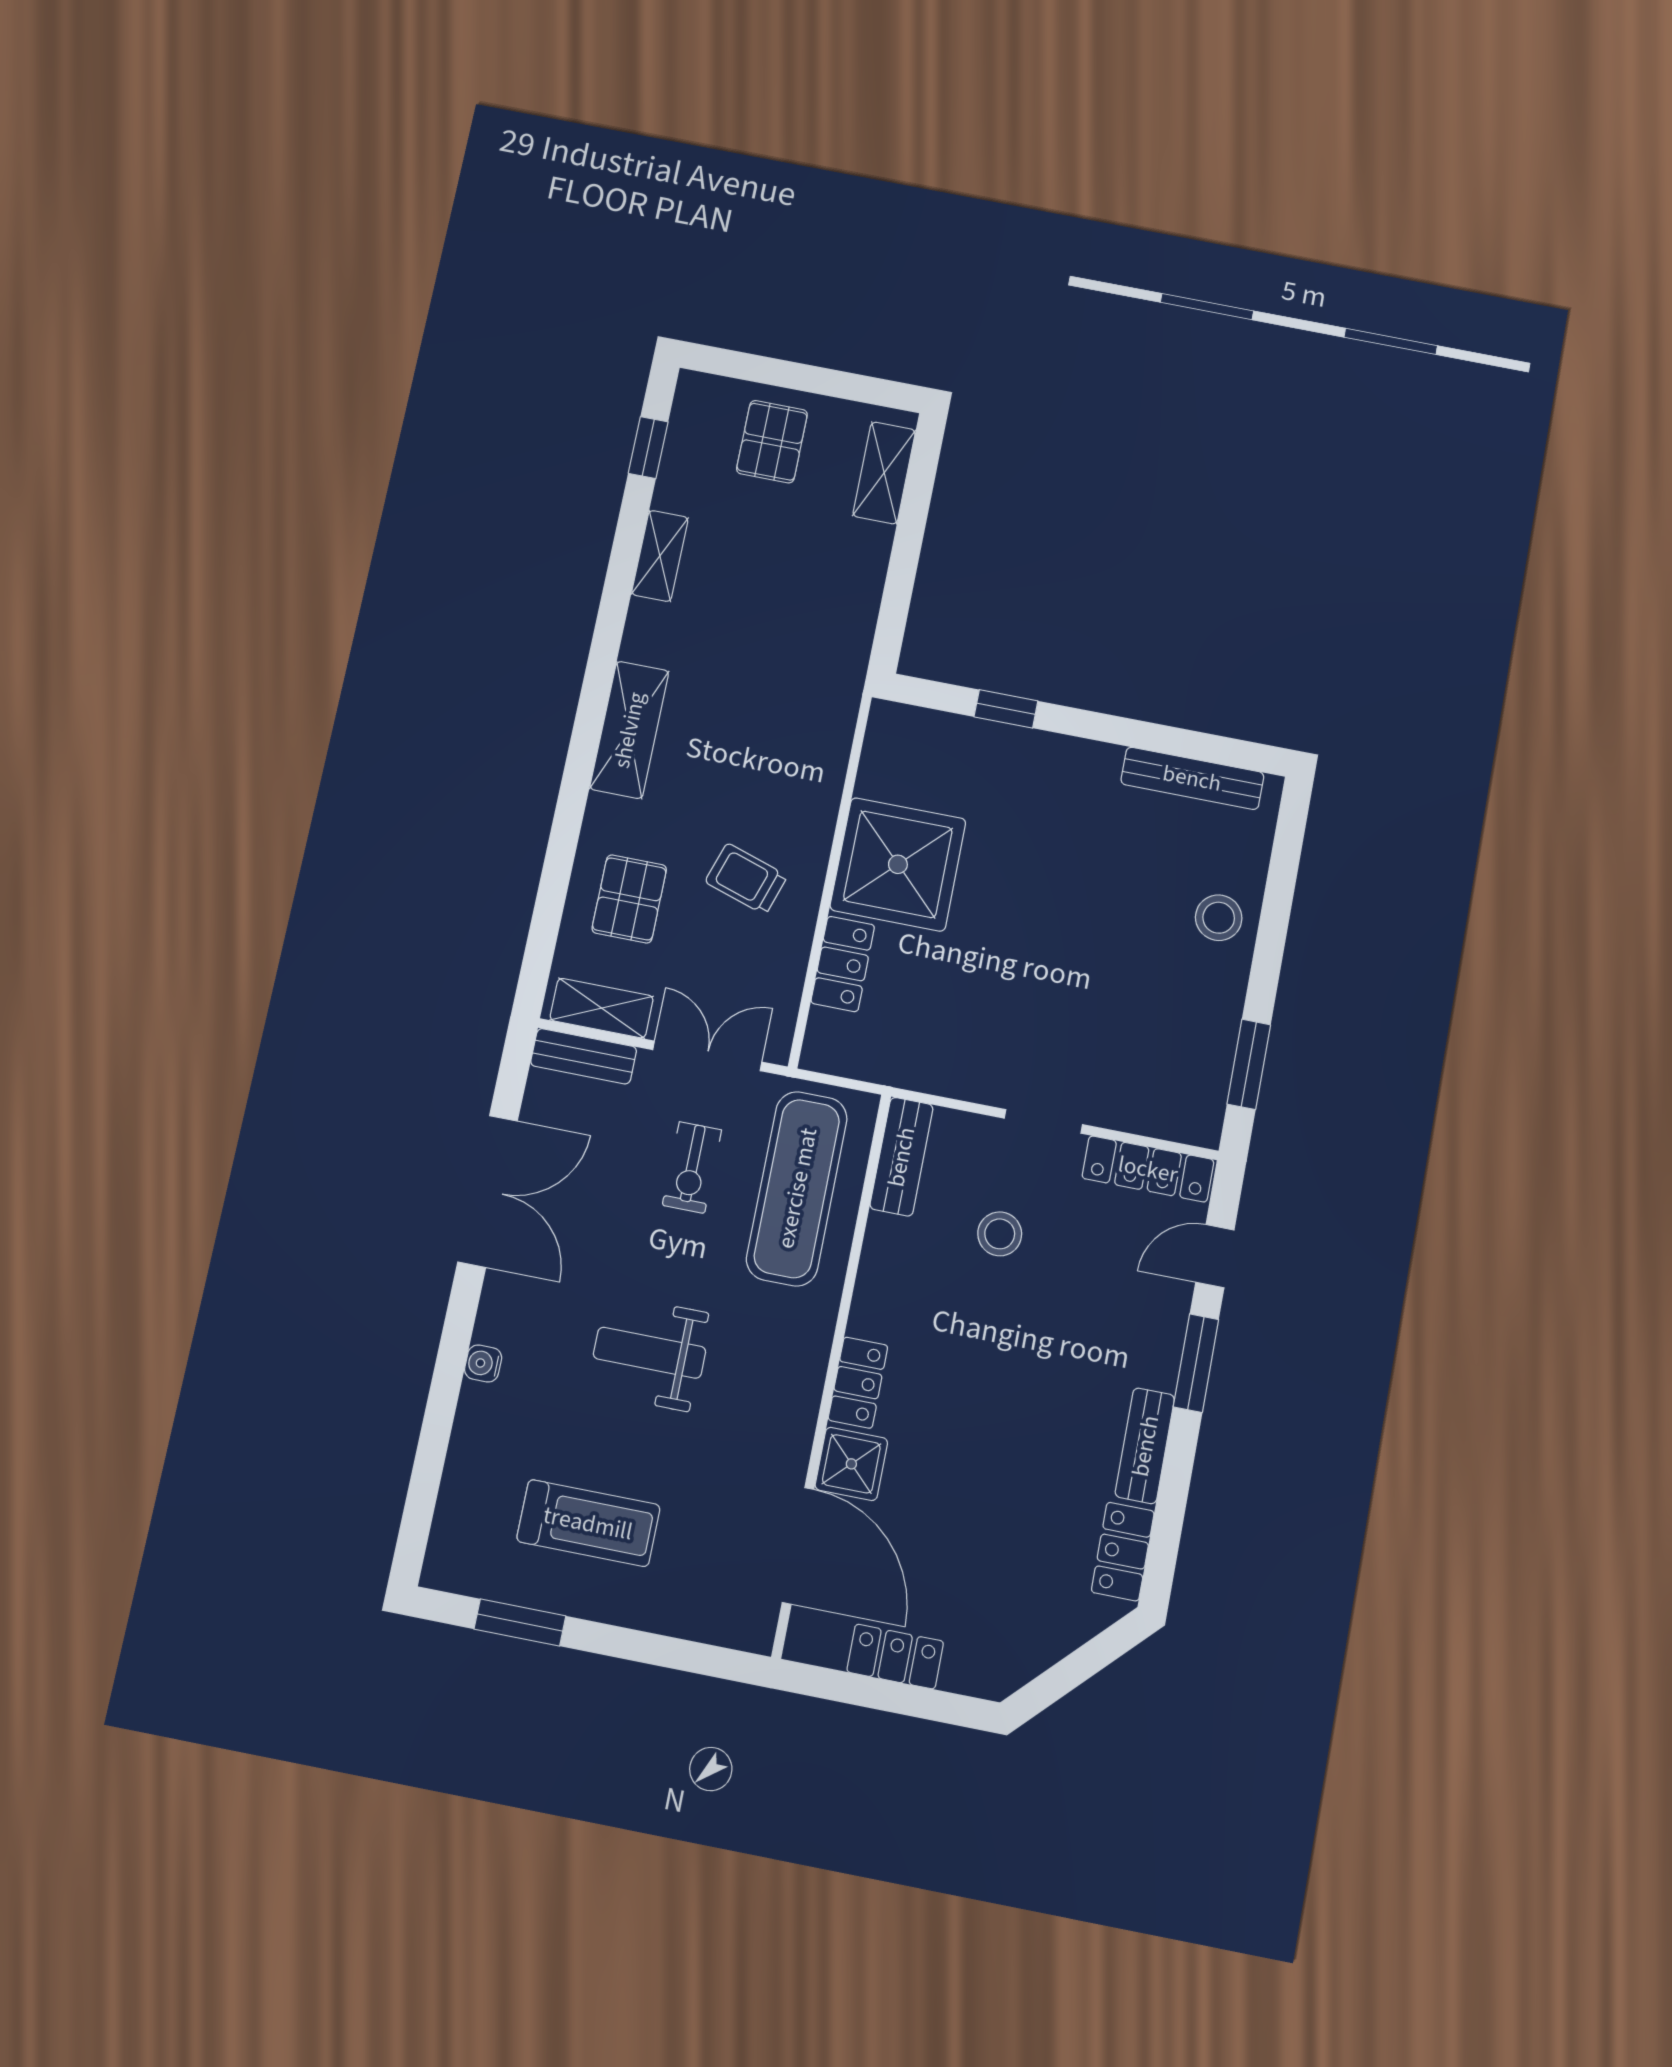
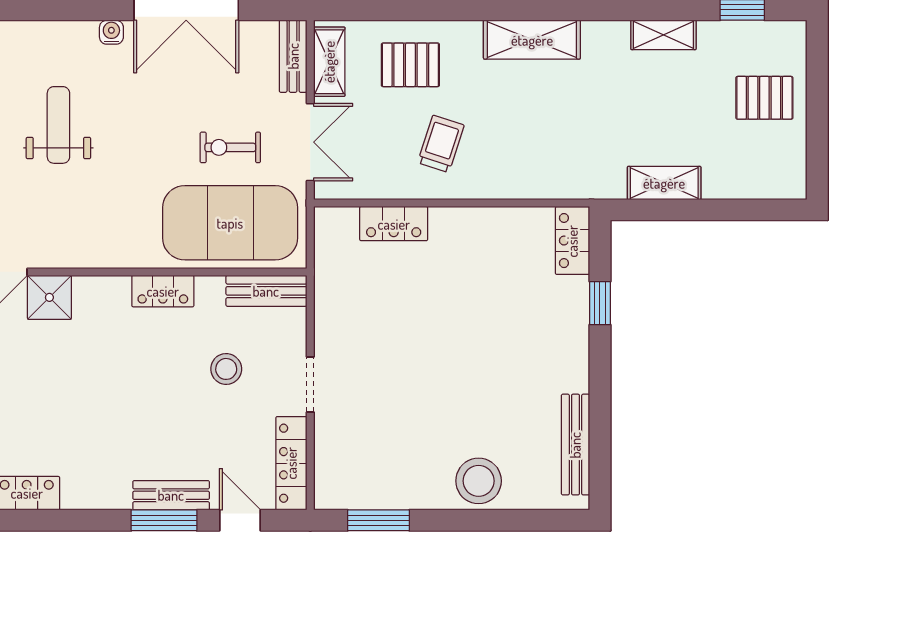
shelving: (884, 473) -> (664, 183), moved
locker: (914, 729) -> (572, 241), added
shower: (898, 864) -> (472, 248), removed
stool: (1219, 918) -> (479, 481), width x1.38, depth x1.38
exercise mat: (797, 1188) -> (230, 223), width x1.47
weight bench: (649, 1353) -> (58, 125), moved
water cooler: (483, 1363) -> (111, 32), moved
locker: (858, 1383) -> (163, 291), moved
bench: (1145, 1446) -> (171, 495), moved

